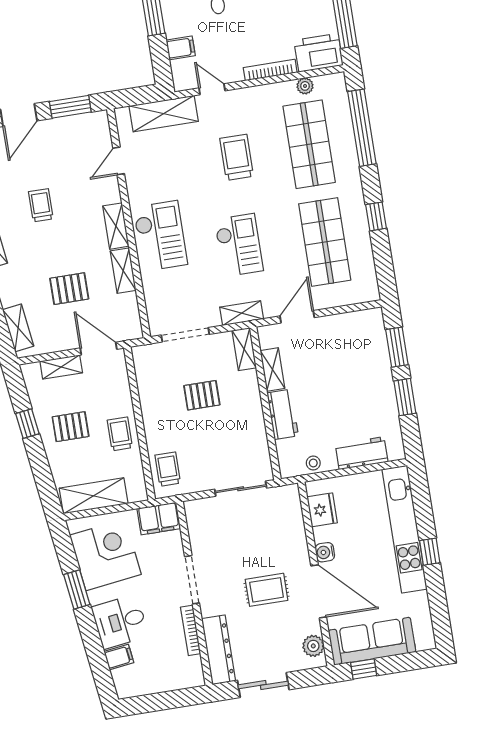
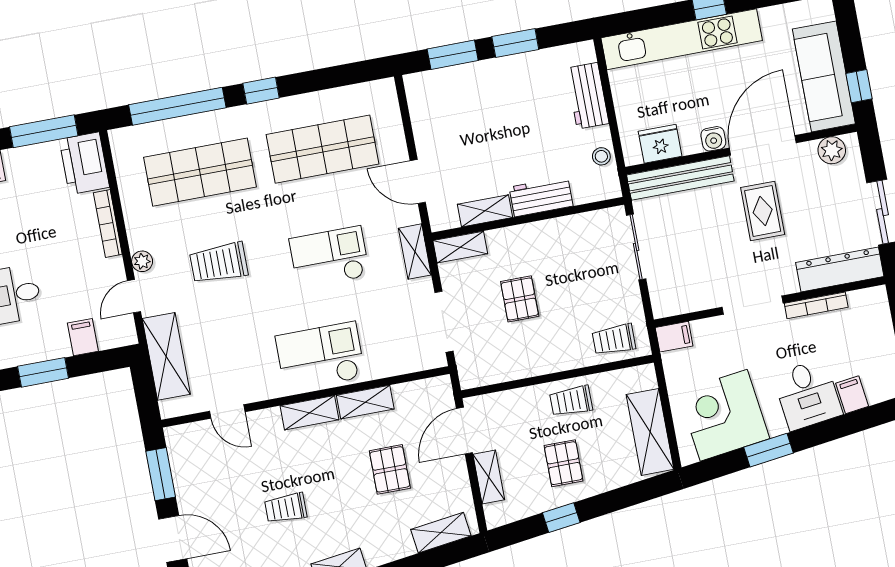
plant: (305, 86) -> (142, 261), moved
window: (376, 216) -> (261, 91), moved
filing cabinet: (159, 519) -> (674, 337), width x0.50
bench: (294, 525) -> (680, 178), added

